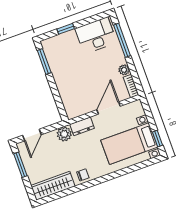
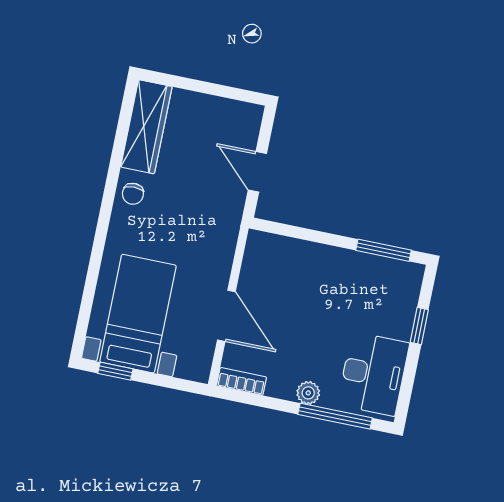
plant: (124, 70) -> (308, 393), moved
dresser: (82, 126) -> (223, 247), removed
plant: (64, 134) -> (228, 206), removed
door: (32, 135) -> (257, 172), moved
window: (20, 165) -> (222, 91), removed

